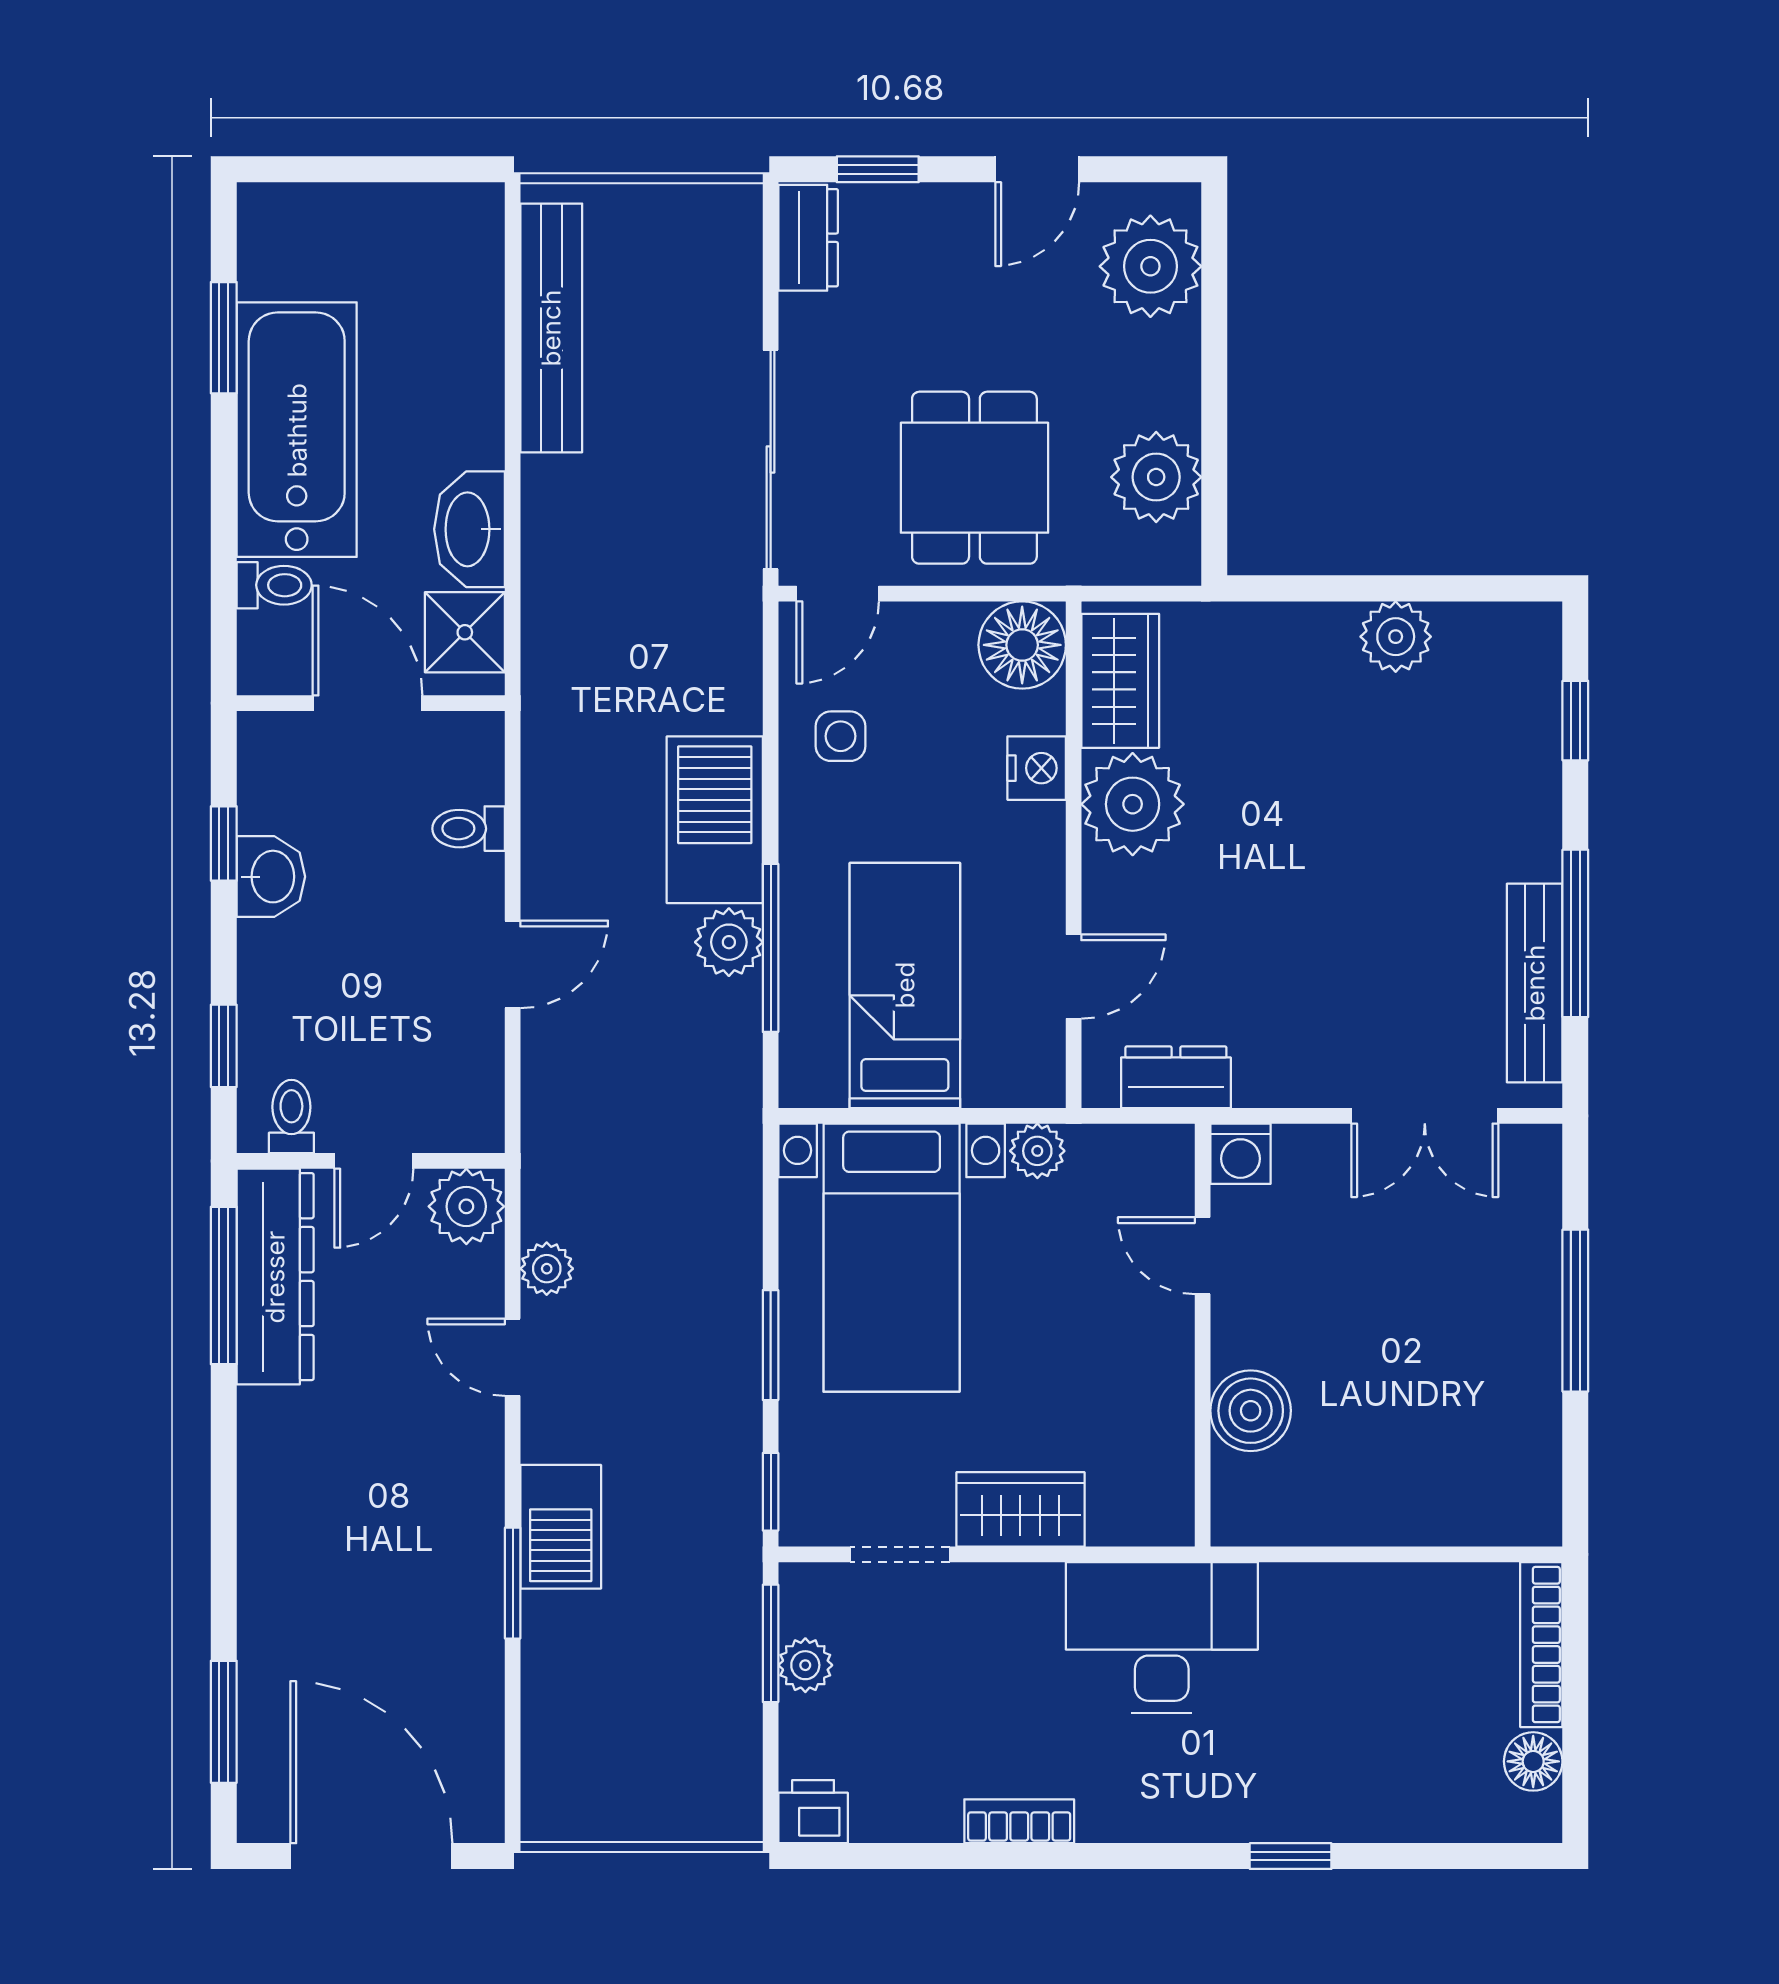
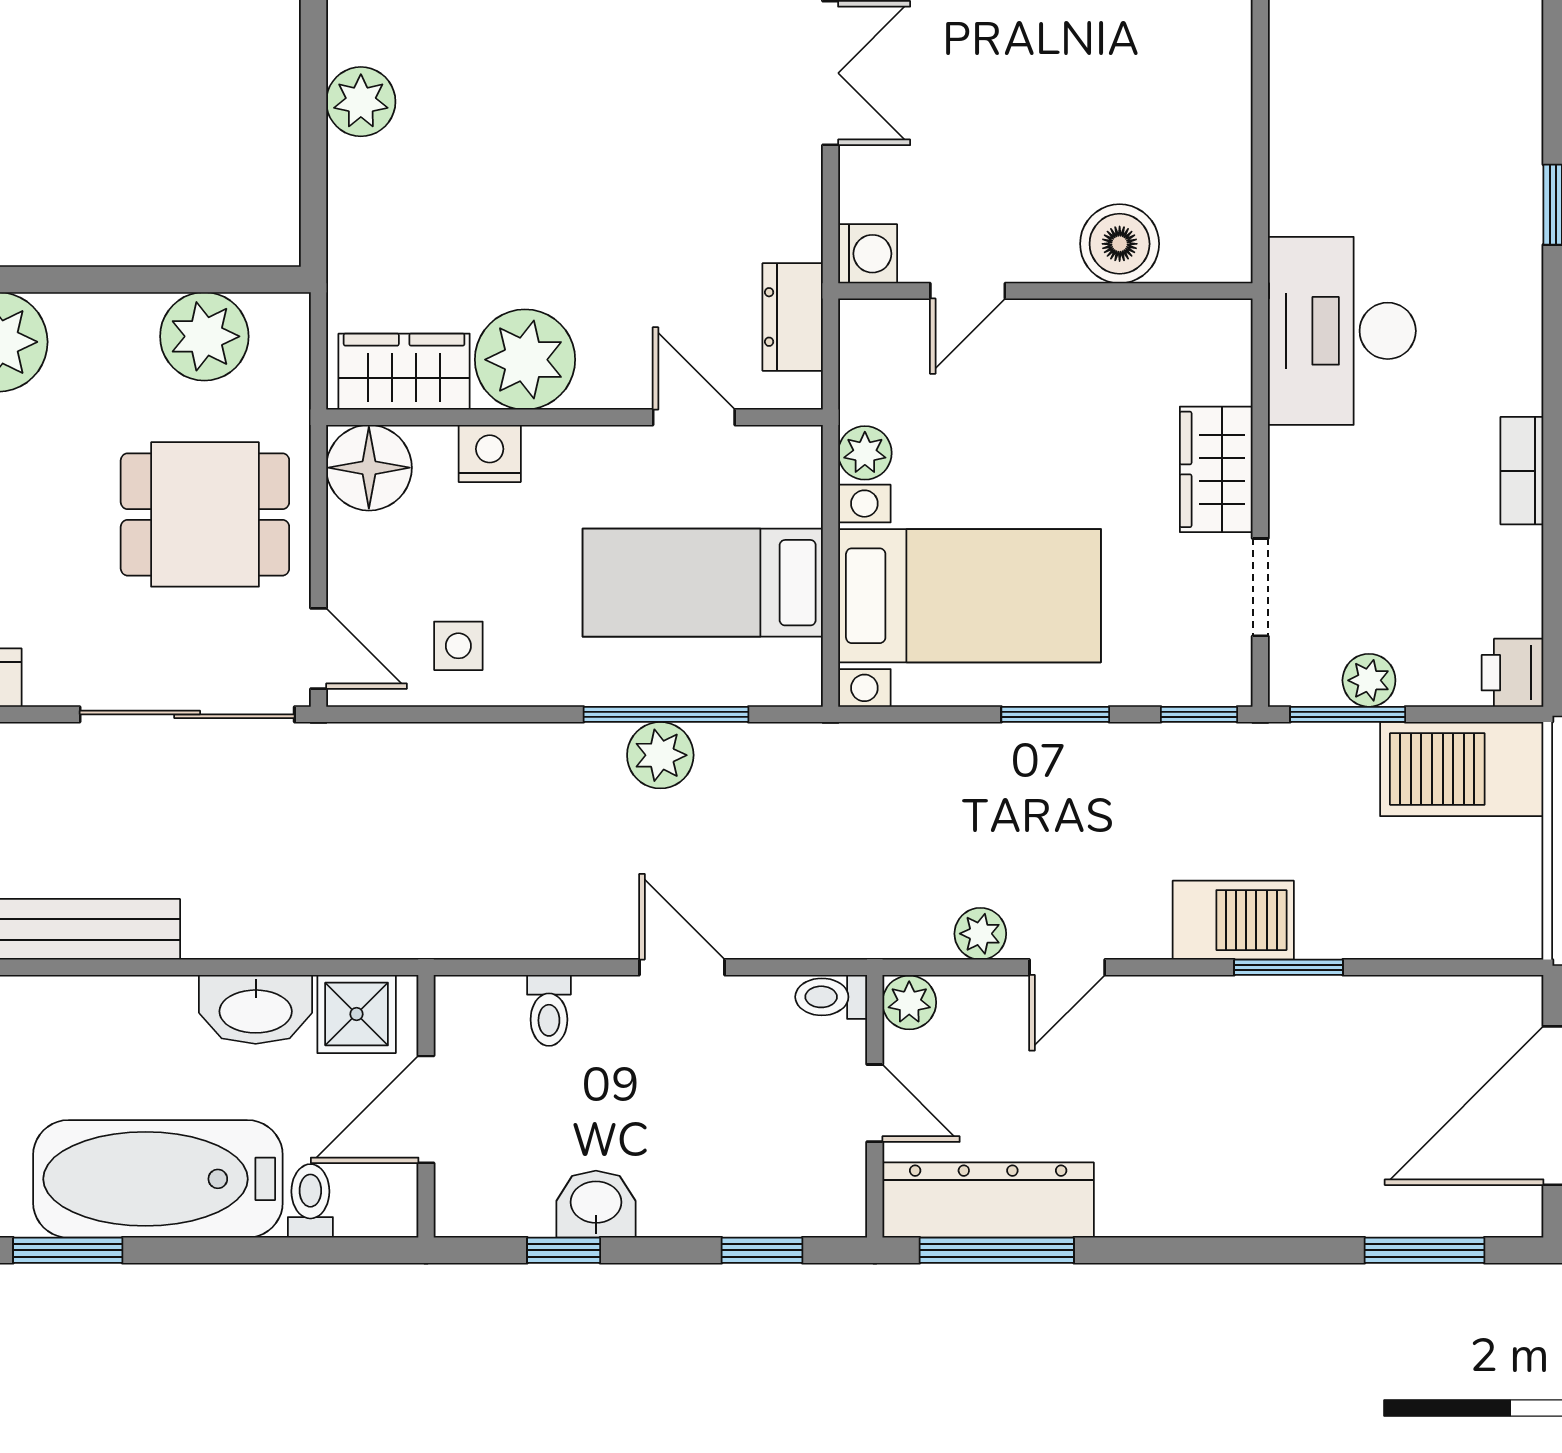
barbecue: (715, 820) -> (1462, 769), moved
toilet: (291, 1117) -> (831, 997), moved
plant: (466, 1206) -> (909, 1002), width x0.73, depth x0.73

